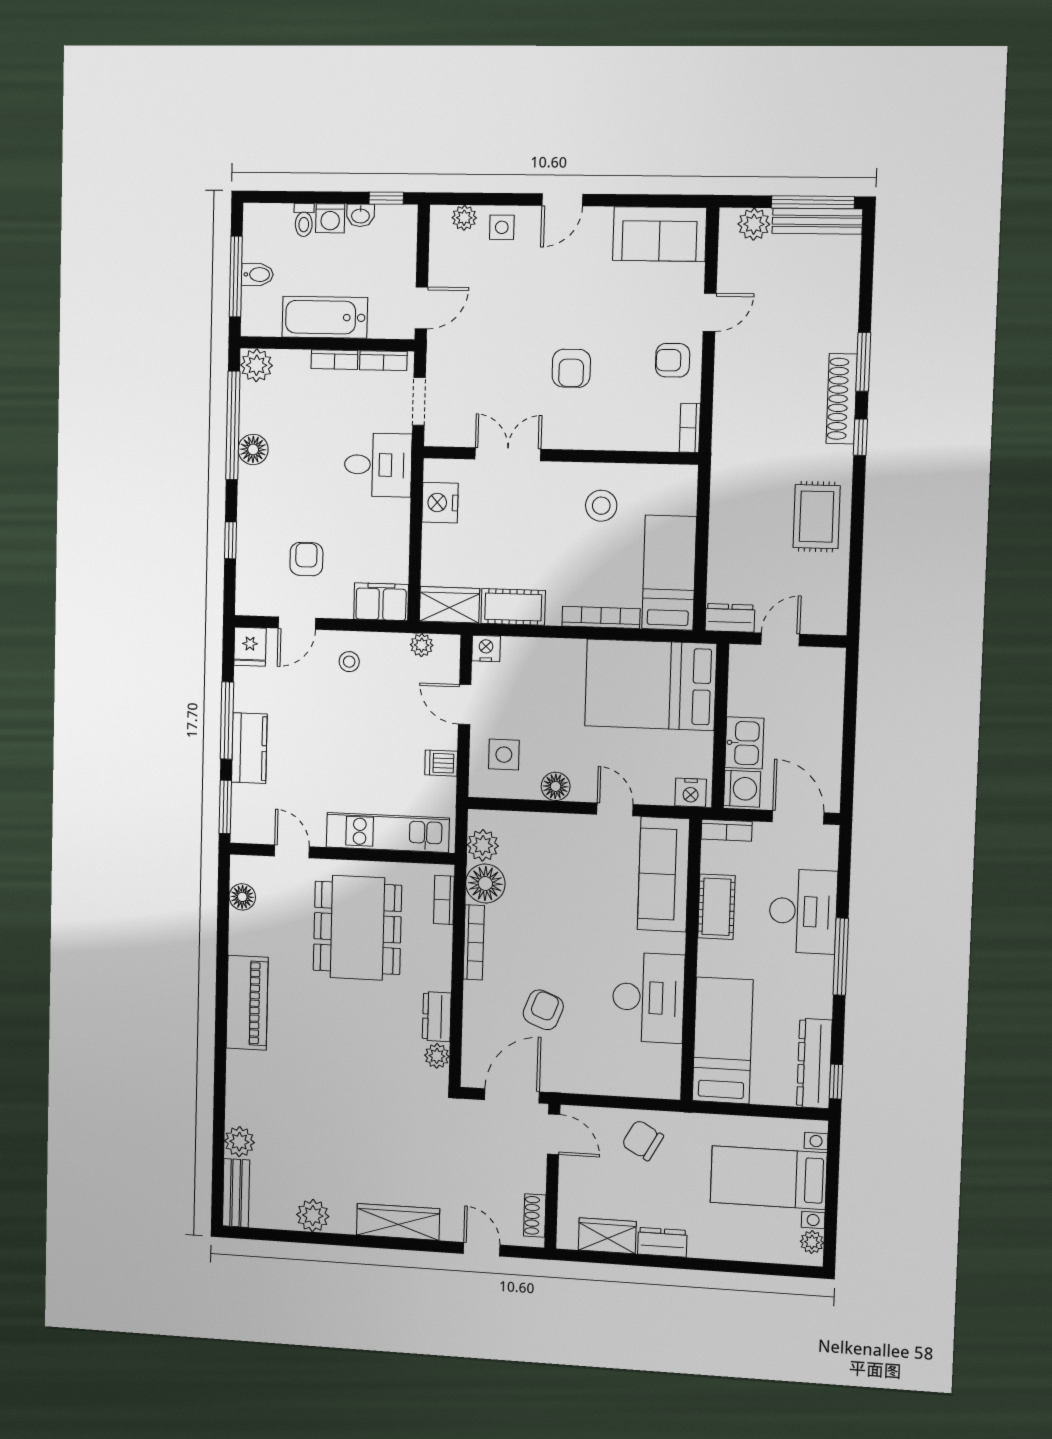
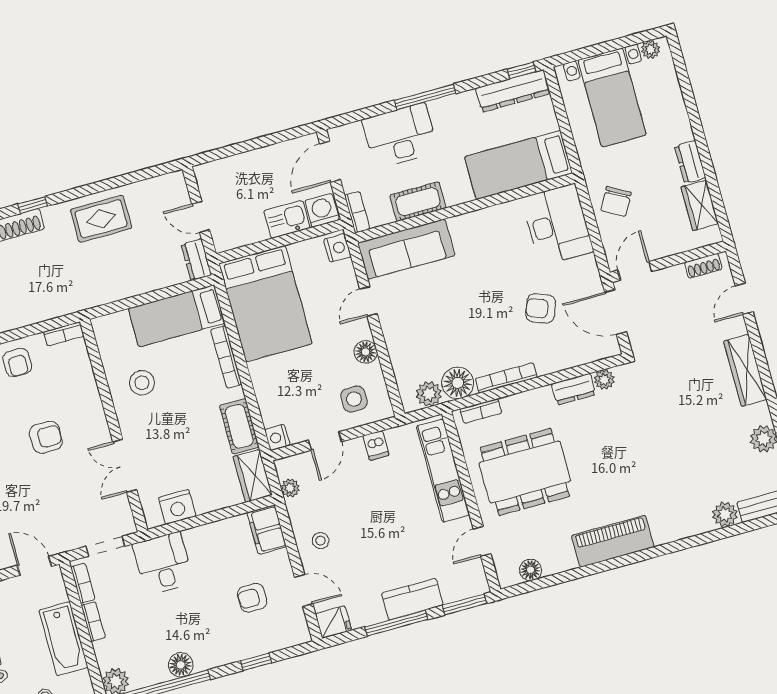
desk: (648, 998) -> (557, 225), moved, turned 90

